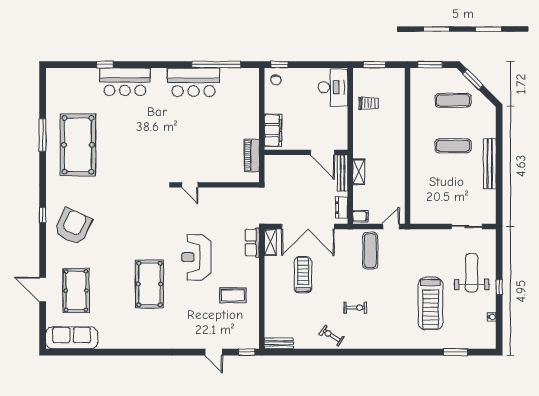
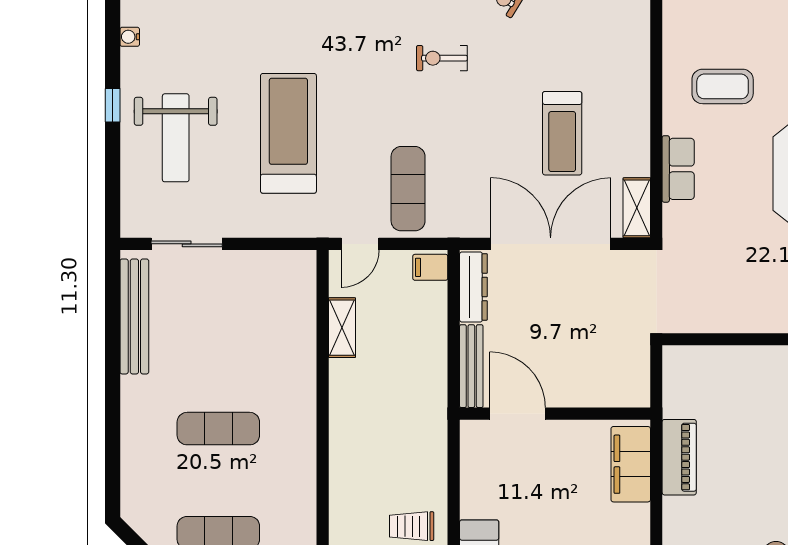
piano: (252, 156) -> (679, 457), moved
bench: (490, 164) -> (134, 316), moved
shelving: (359, 172) -> (342, 328), moved
dresser: (342, 208) -> (473, 287), width x1.44
row of seats: (252, 242) -> (678, 169), moved
treadmill: (431, 304) -> (288, 133), moved

